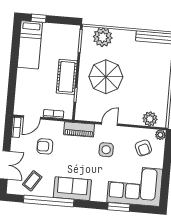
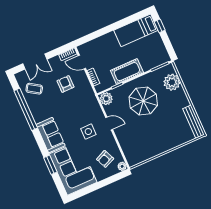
plant: (150, 119) -> (106, 99), moved
piano: (79, 129) -> (92, 103), removed
sofa: (72, 189) -> (51, 135), moved

